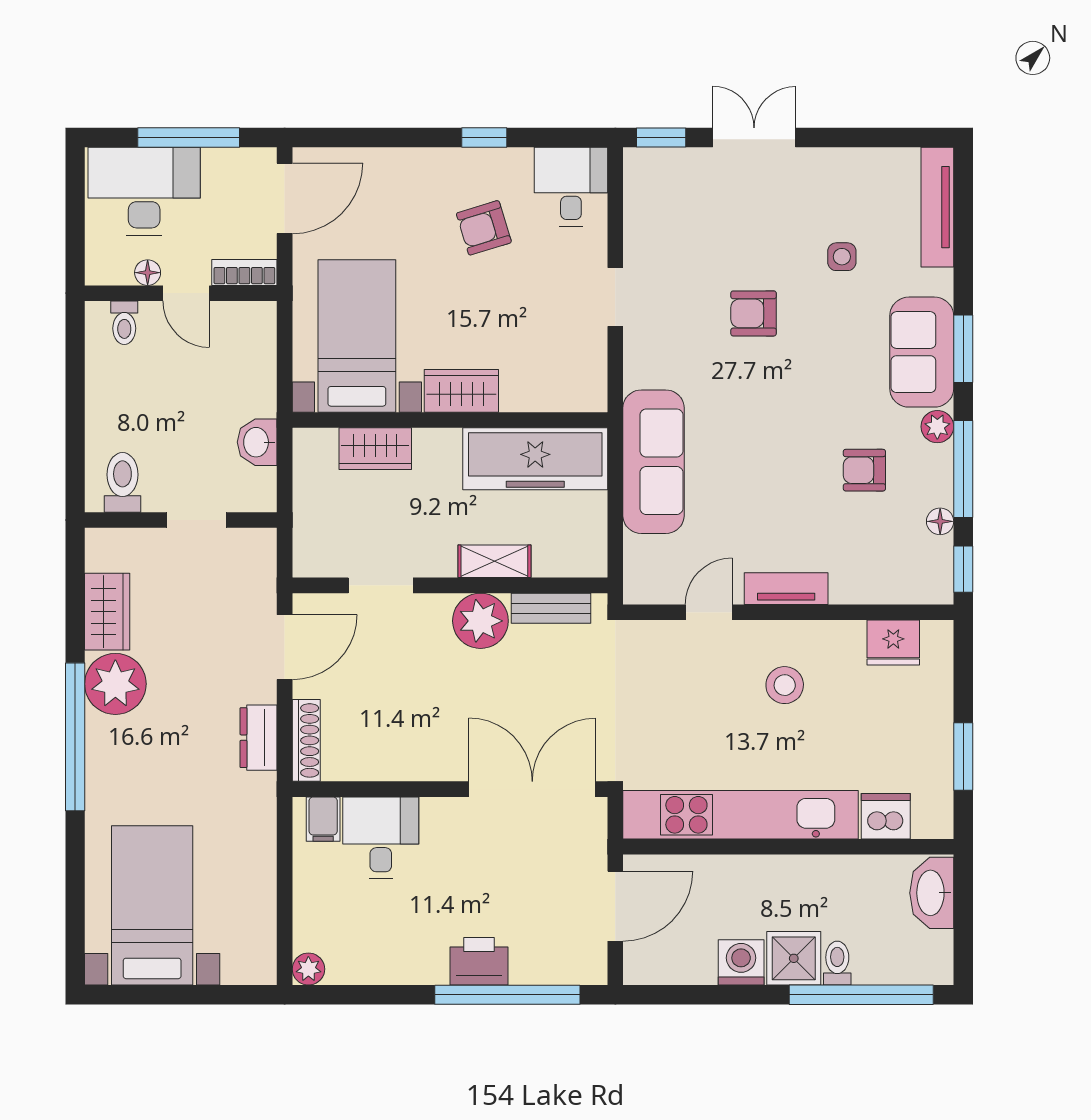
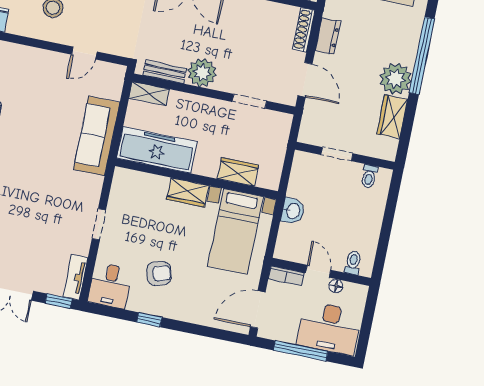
armchair: (754, 313) -> (30, 201), removed
washbasin: (257, 442) -> (293, 211), moved
toilet: (122, 482) -> (369, 176), width x0.73, depth x0.72
shelving: (494, 561) -> (149, 94), moved
tv unit: (786, 589) -> (75, 277), moved, turned 90
door: (285, 647) -> (305, 80), swing flipped

